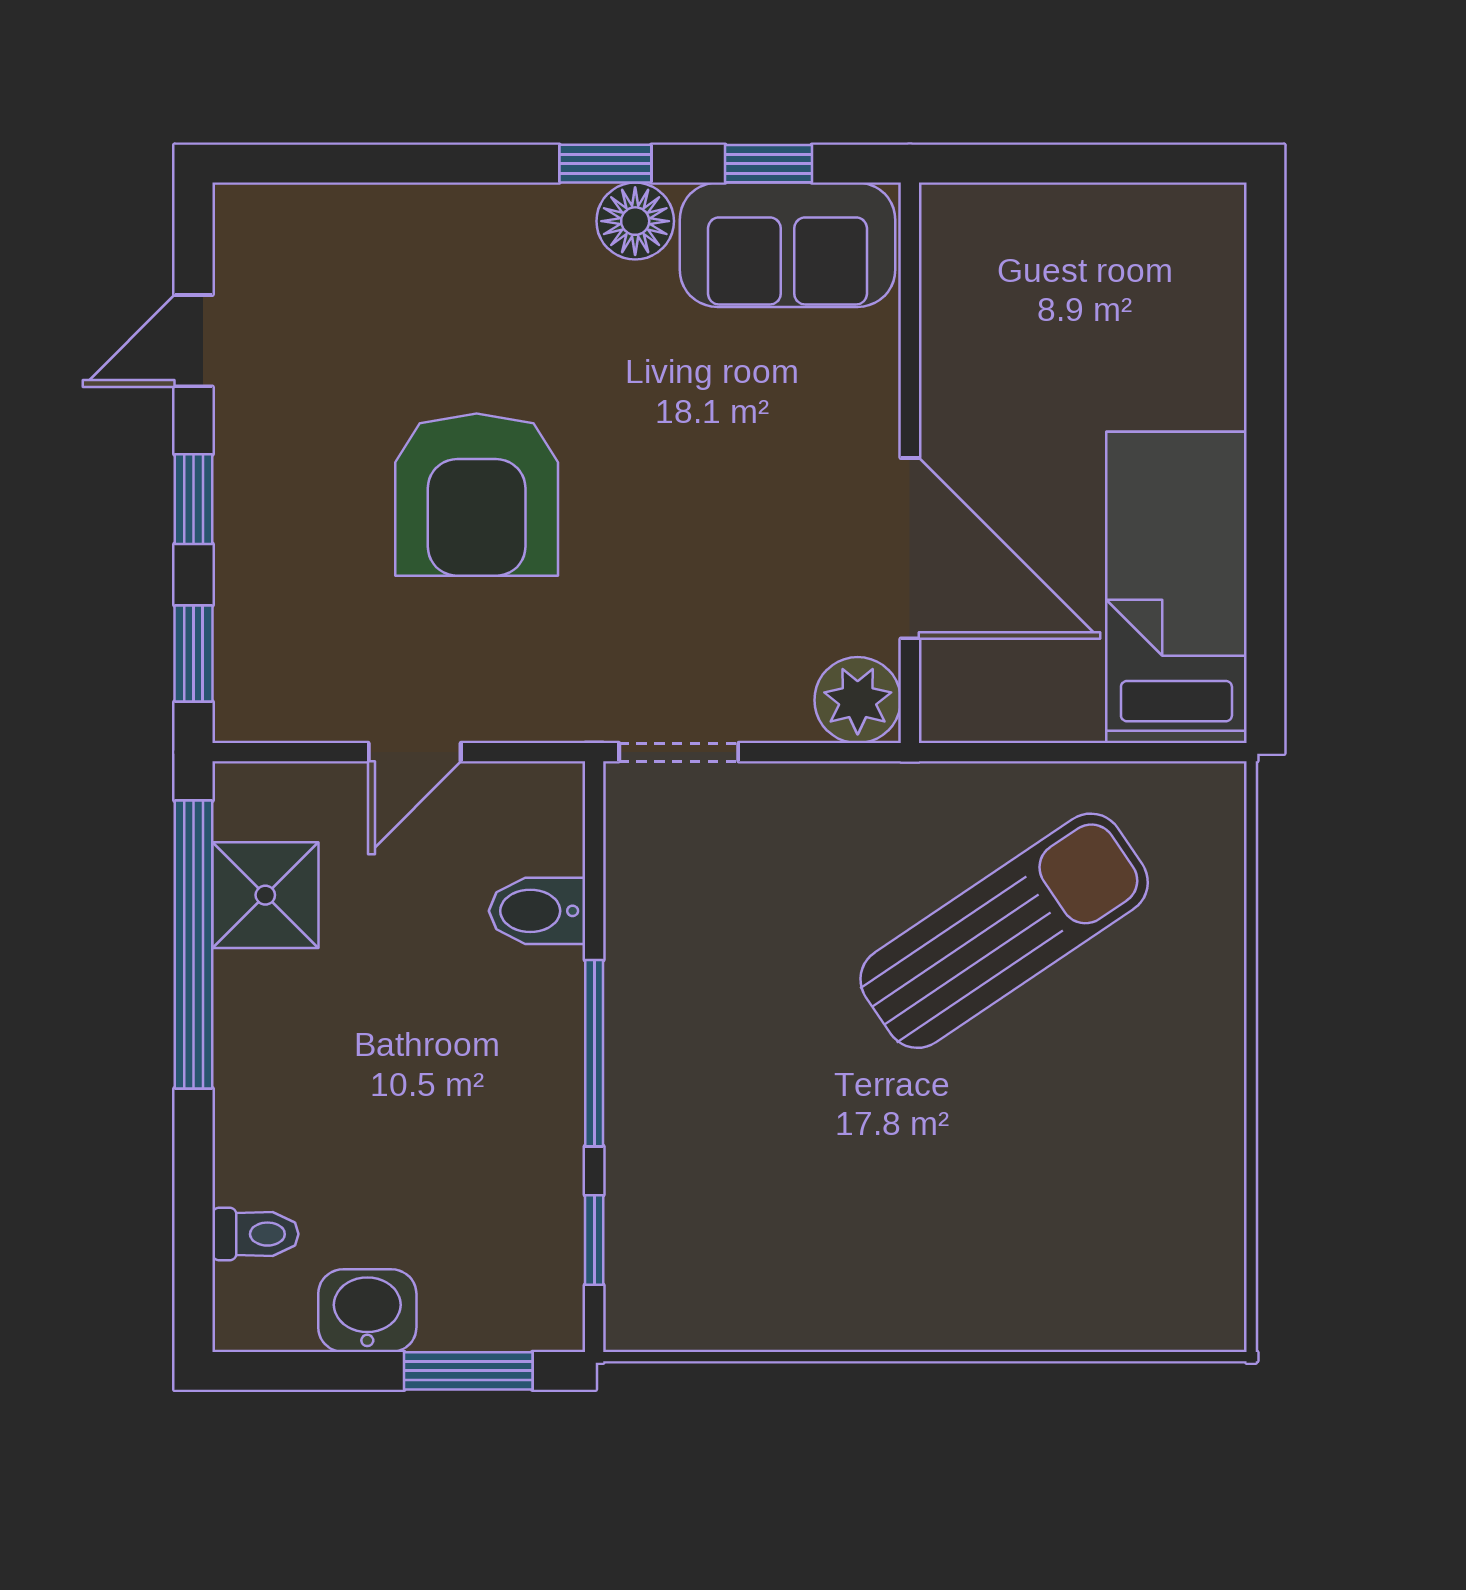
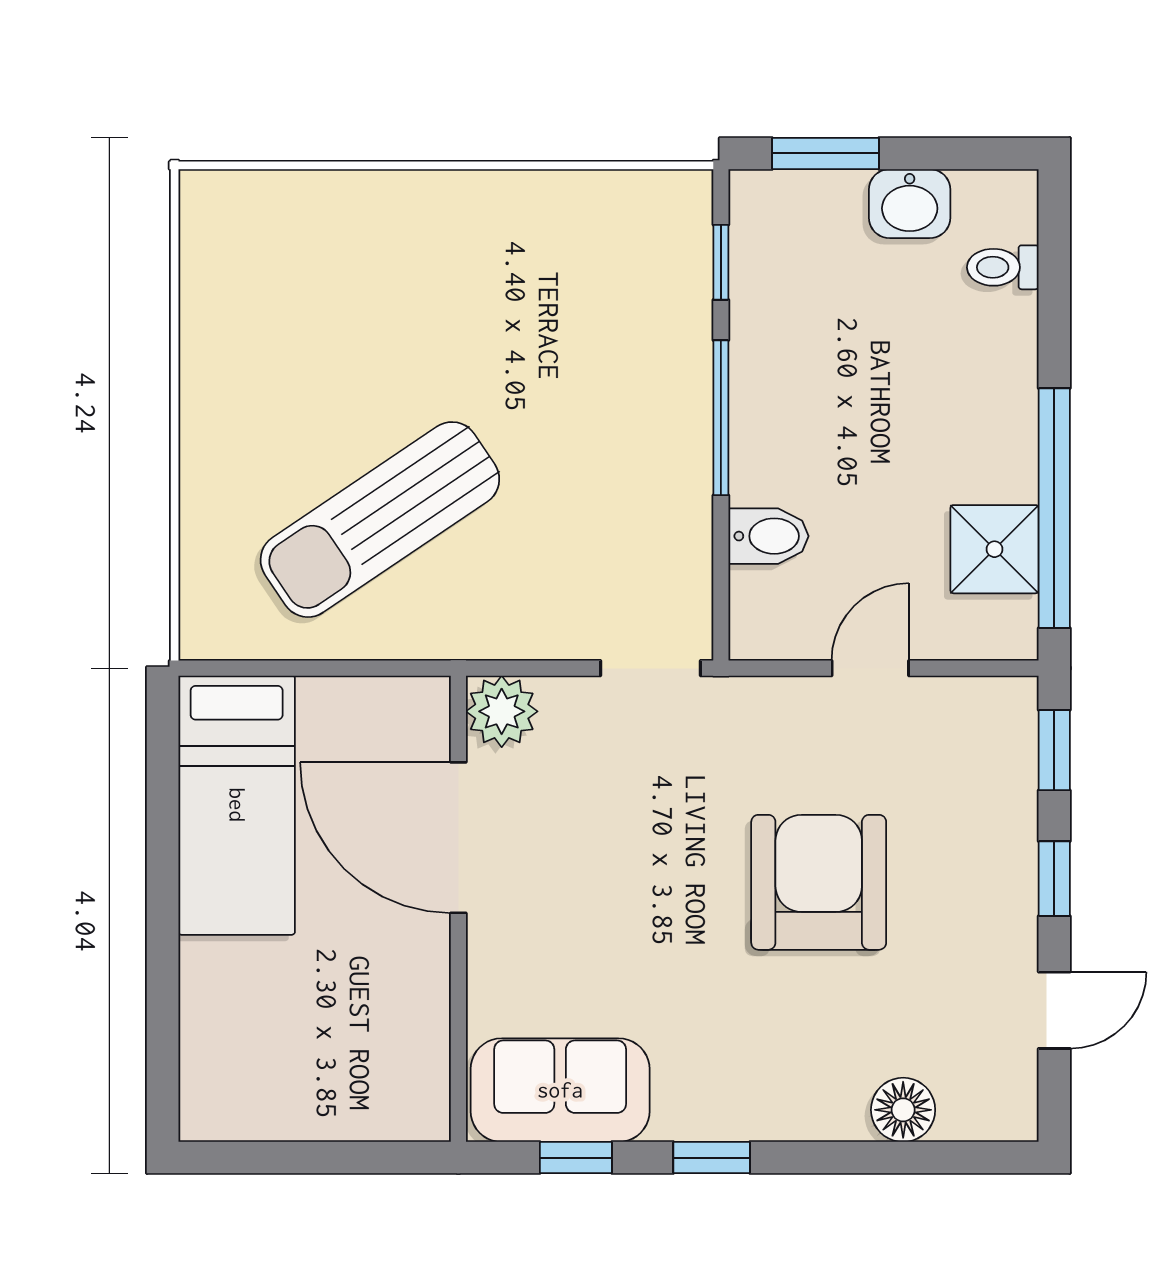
floor lamp: (635, 221) -> (903, 1110), moved

